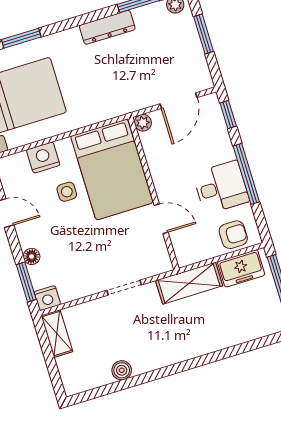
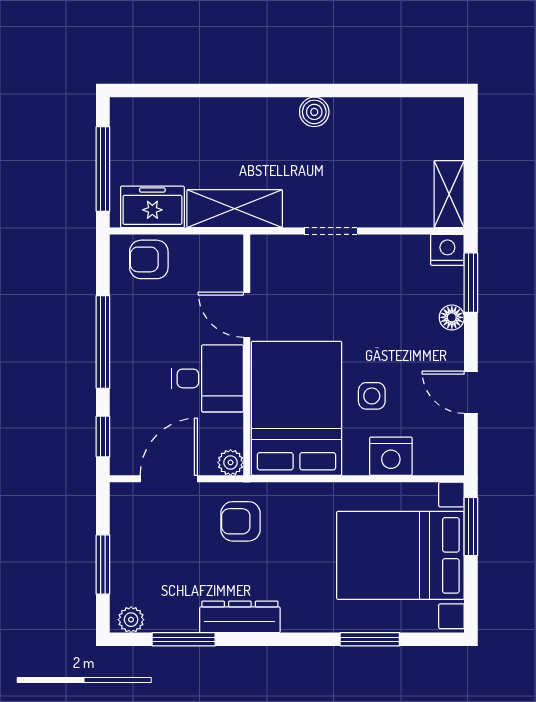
armchair: (125, 88) -> (241, 521), added
desk: (221, 187) -> (207, 378), moved, turned 180
boiler: (122, 370) -> (314, 112), moved

